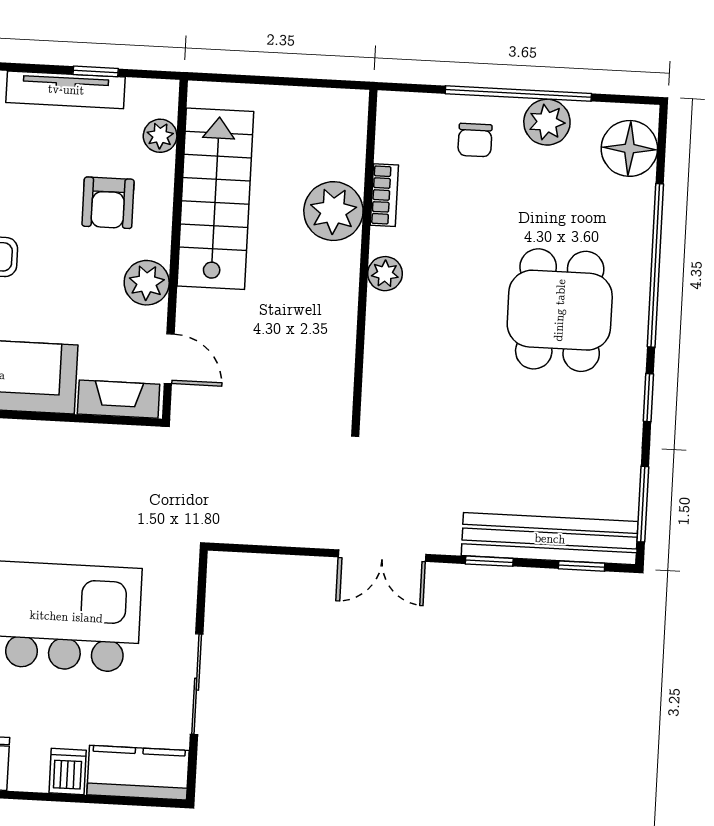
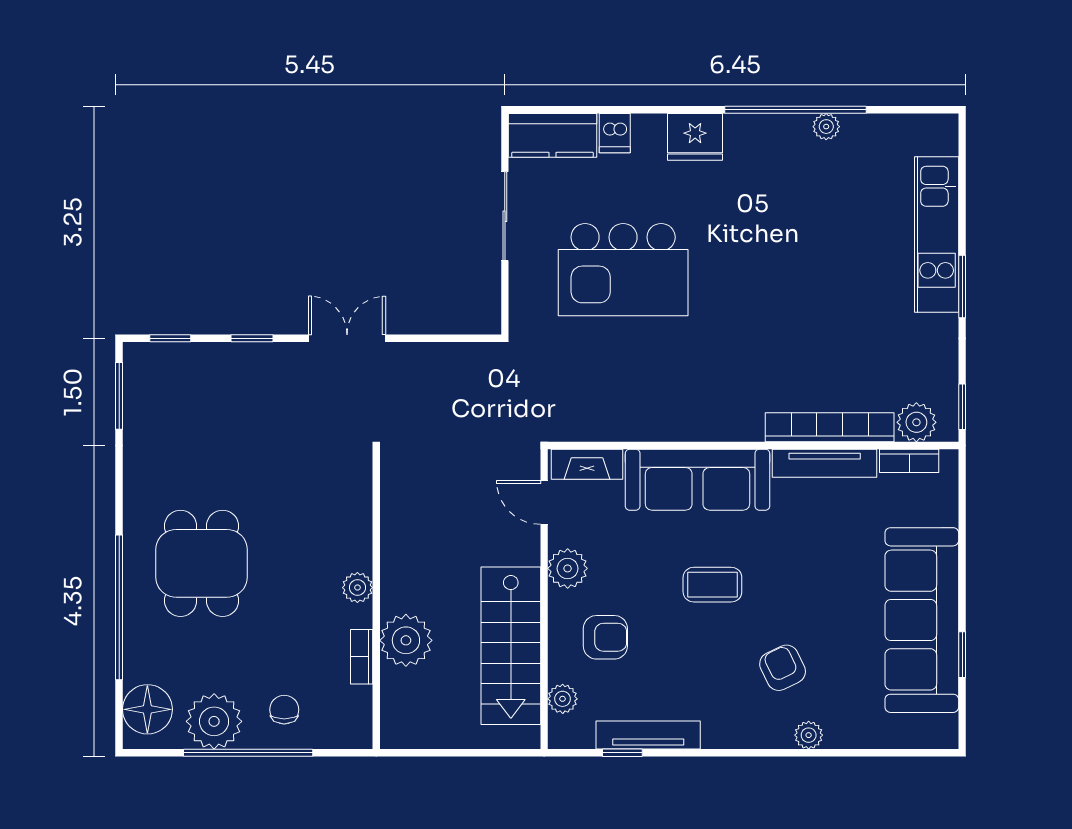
plant: (547, 122) -> (214, 721), width x1.36, depth x1.36
armchair: (108, 203) -> (605, 637), turned 90
window: (648, 398) -> (119, 490), removed
bench: (550, 539) -> (200, 361), removed

